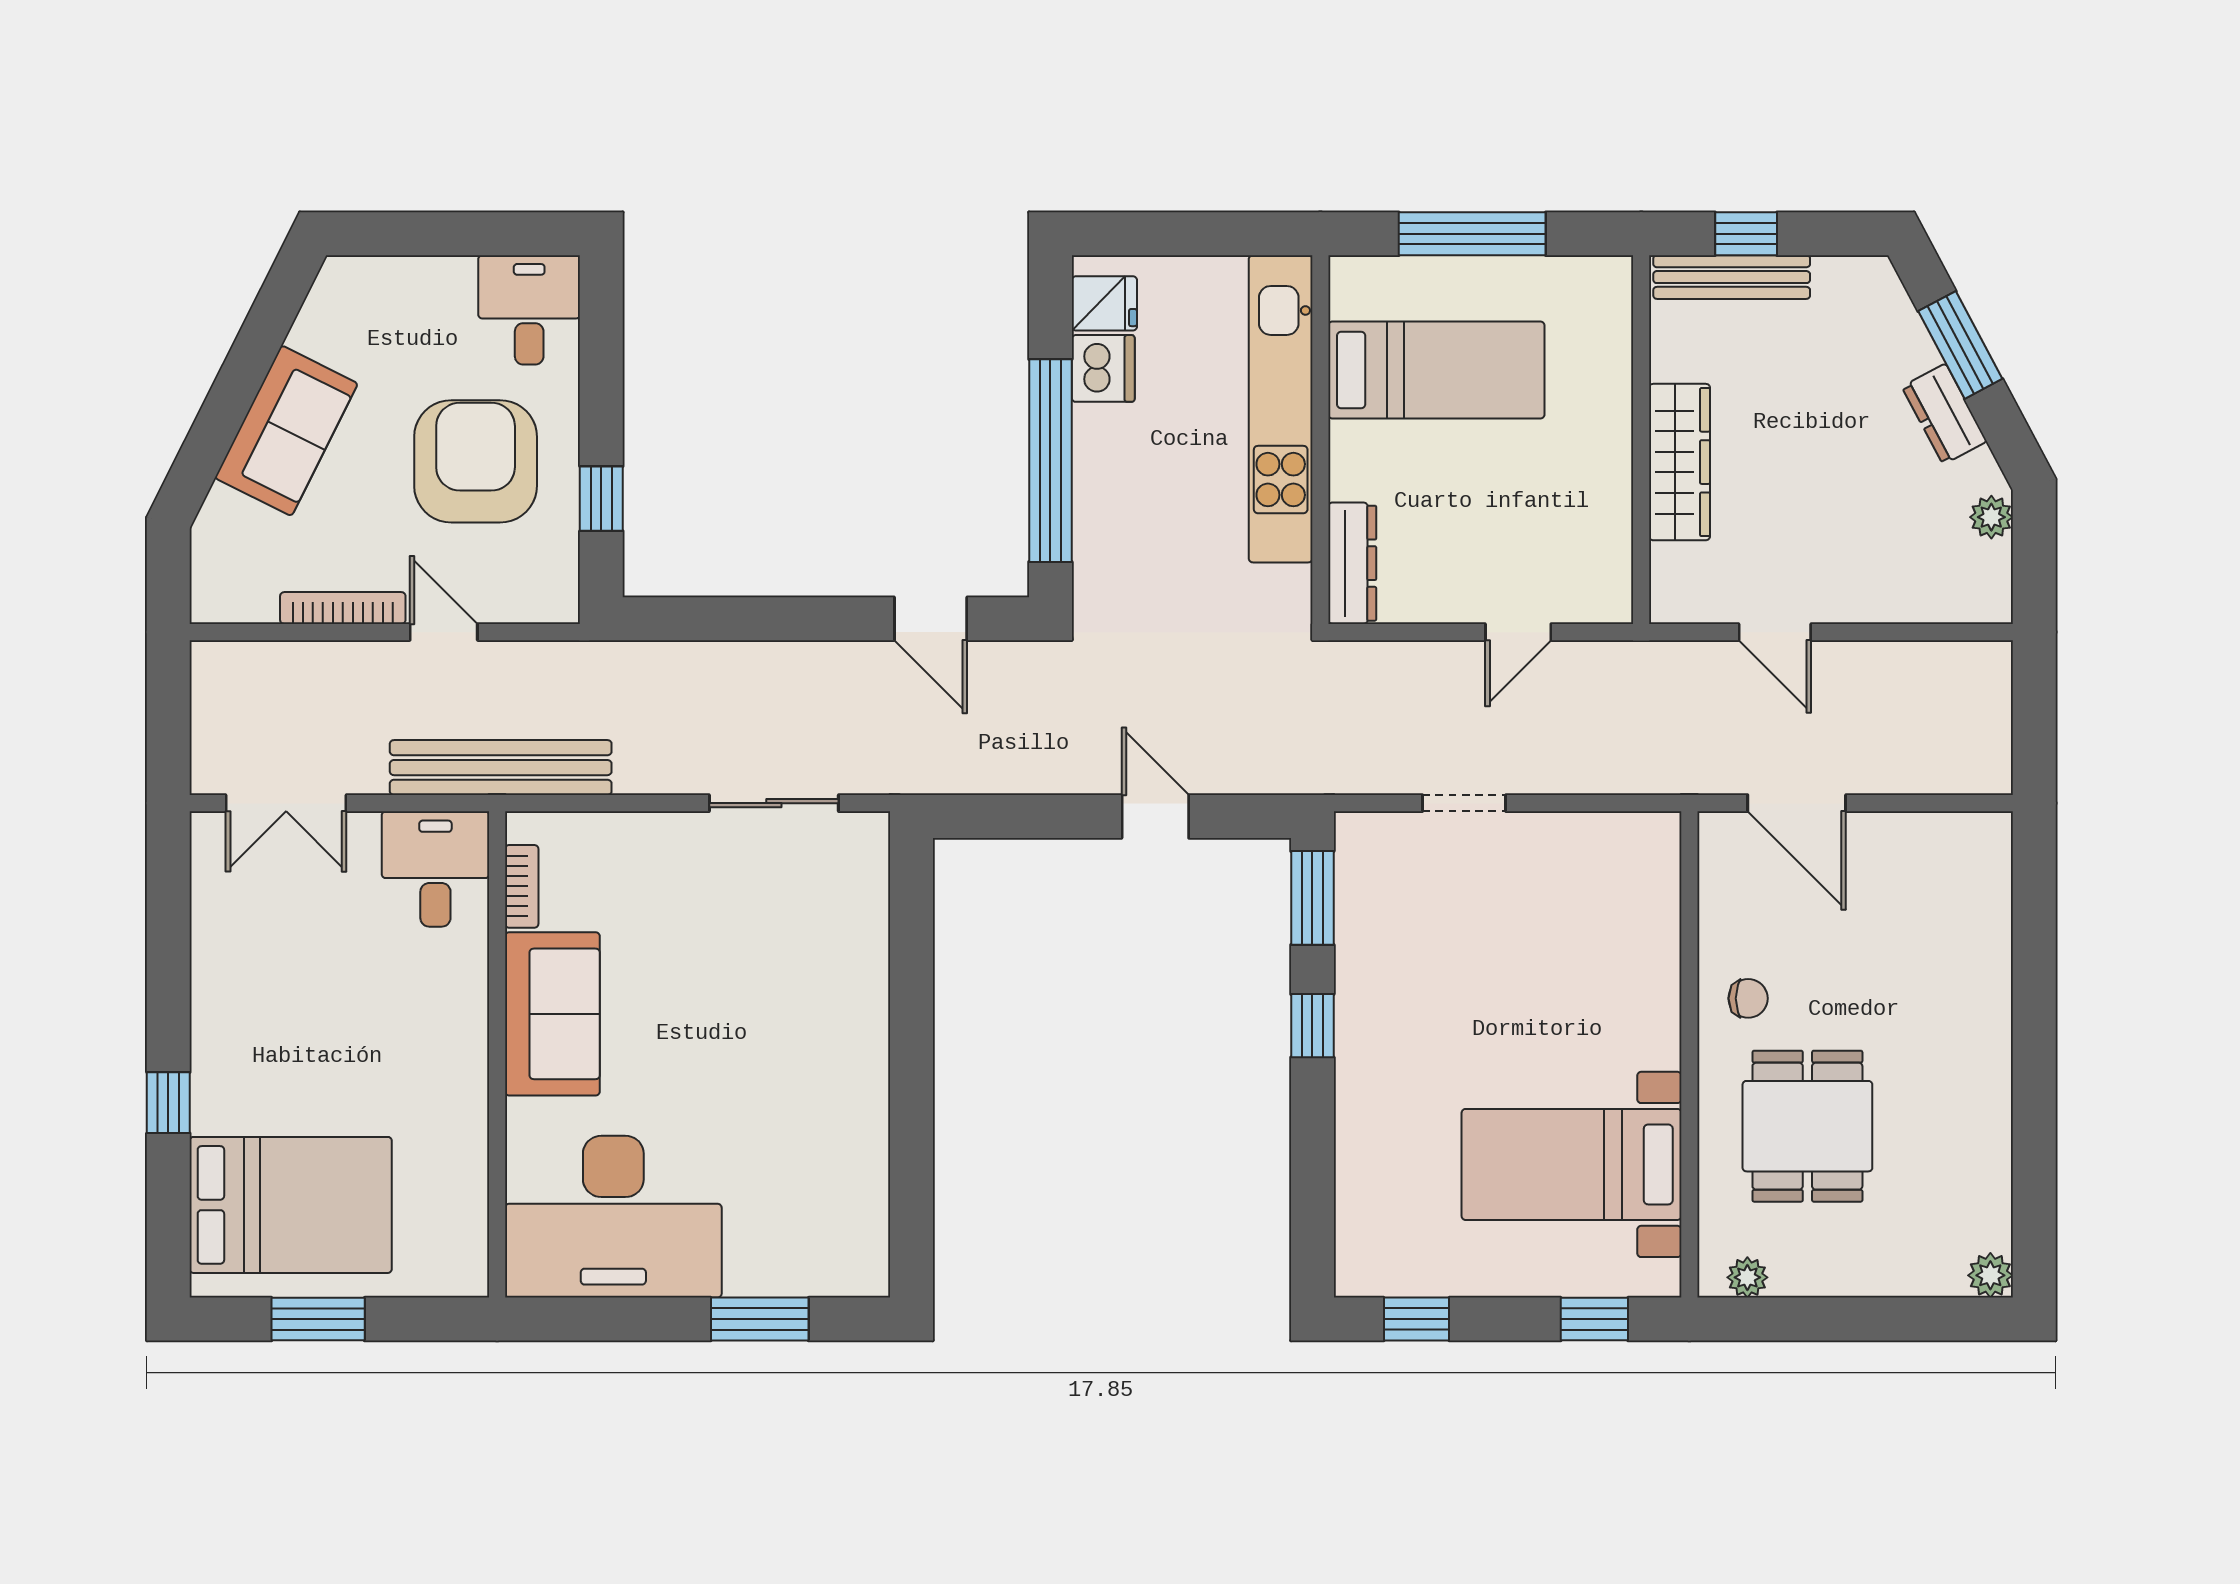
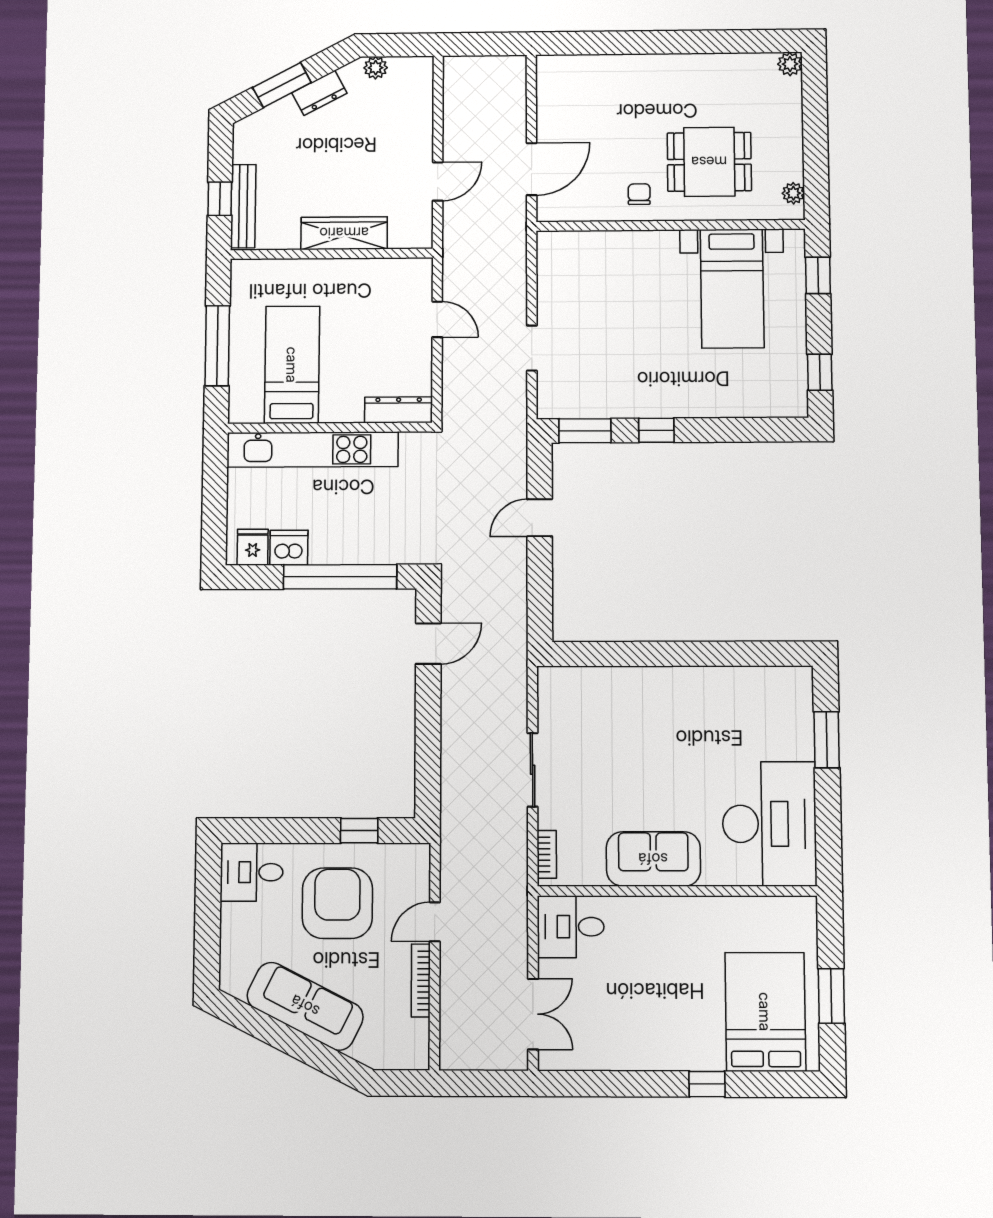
sofa: (286, 431) -> (305, 1006), width x1.36
armchair: (476, 461) -> (337, 903), turned 90
bench: (501, 768) -> (512, 889), removed
sliding door: (774, 803) -> (533, 770), moved
bookcase: (522, 886) -> (547, 854), moved, turned 90

